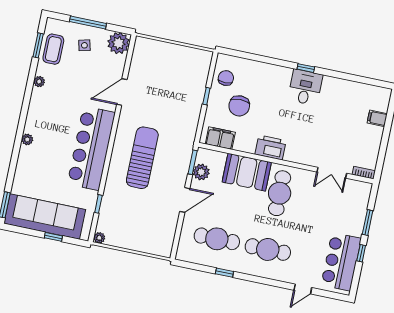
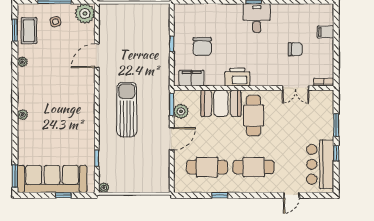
chair: (226, 78) -> (295, 49), moved, turned 90
bar counter: (91, 148) -> (80, 111), removed

